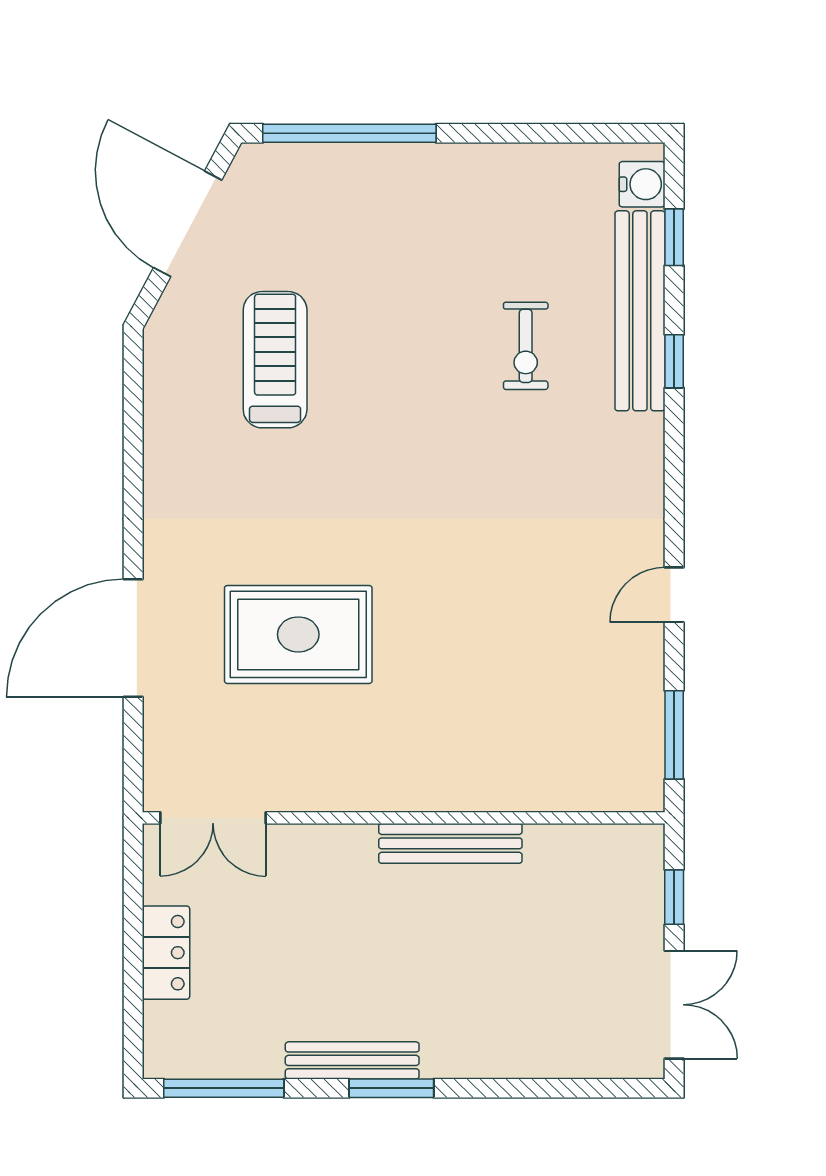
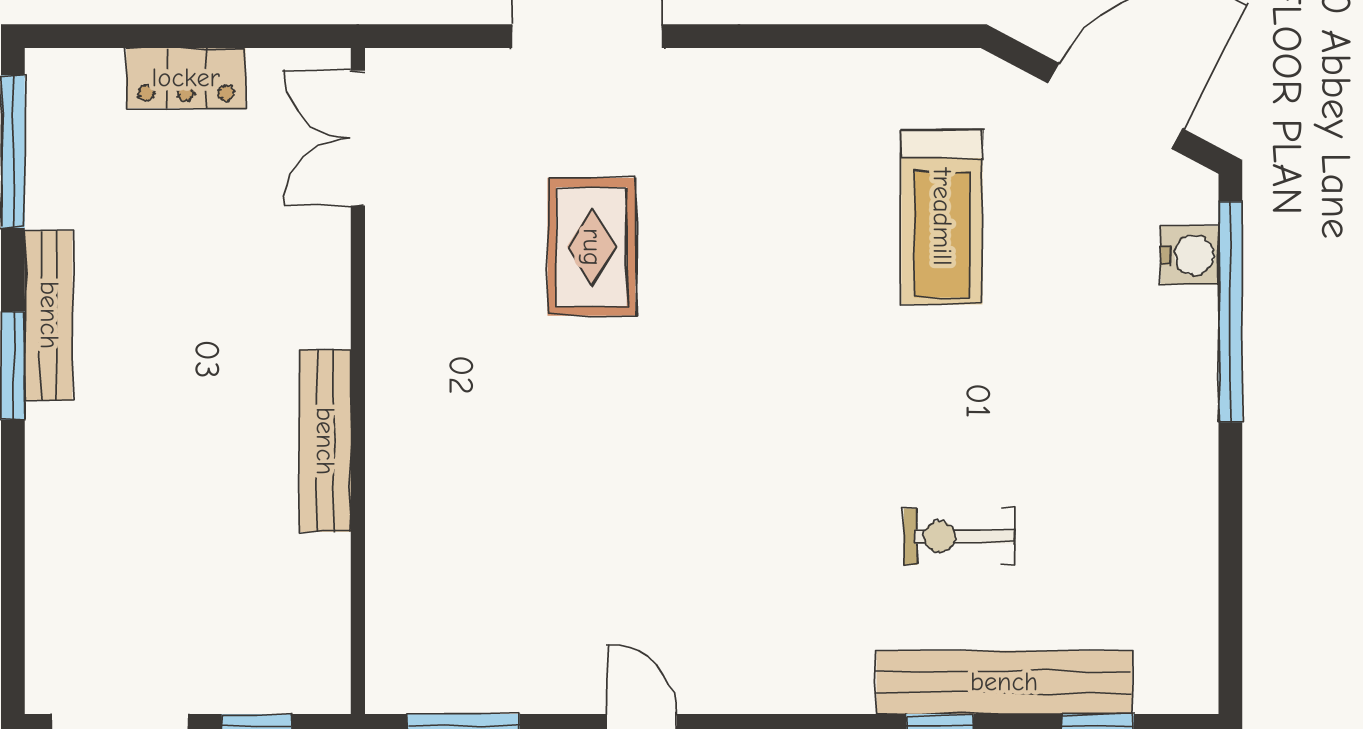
water cooler: (642, 184) -> (1190, 255), moved, turned -90
treadmill: (275, 360) -> (942, 217), turned 90
rug: (298, 634) -> (592, 247), width x0.73, depth x0.70

